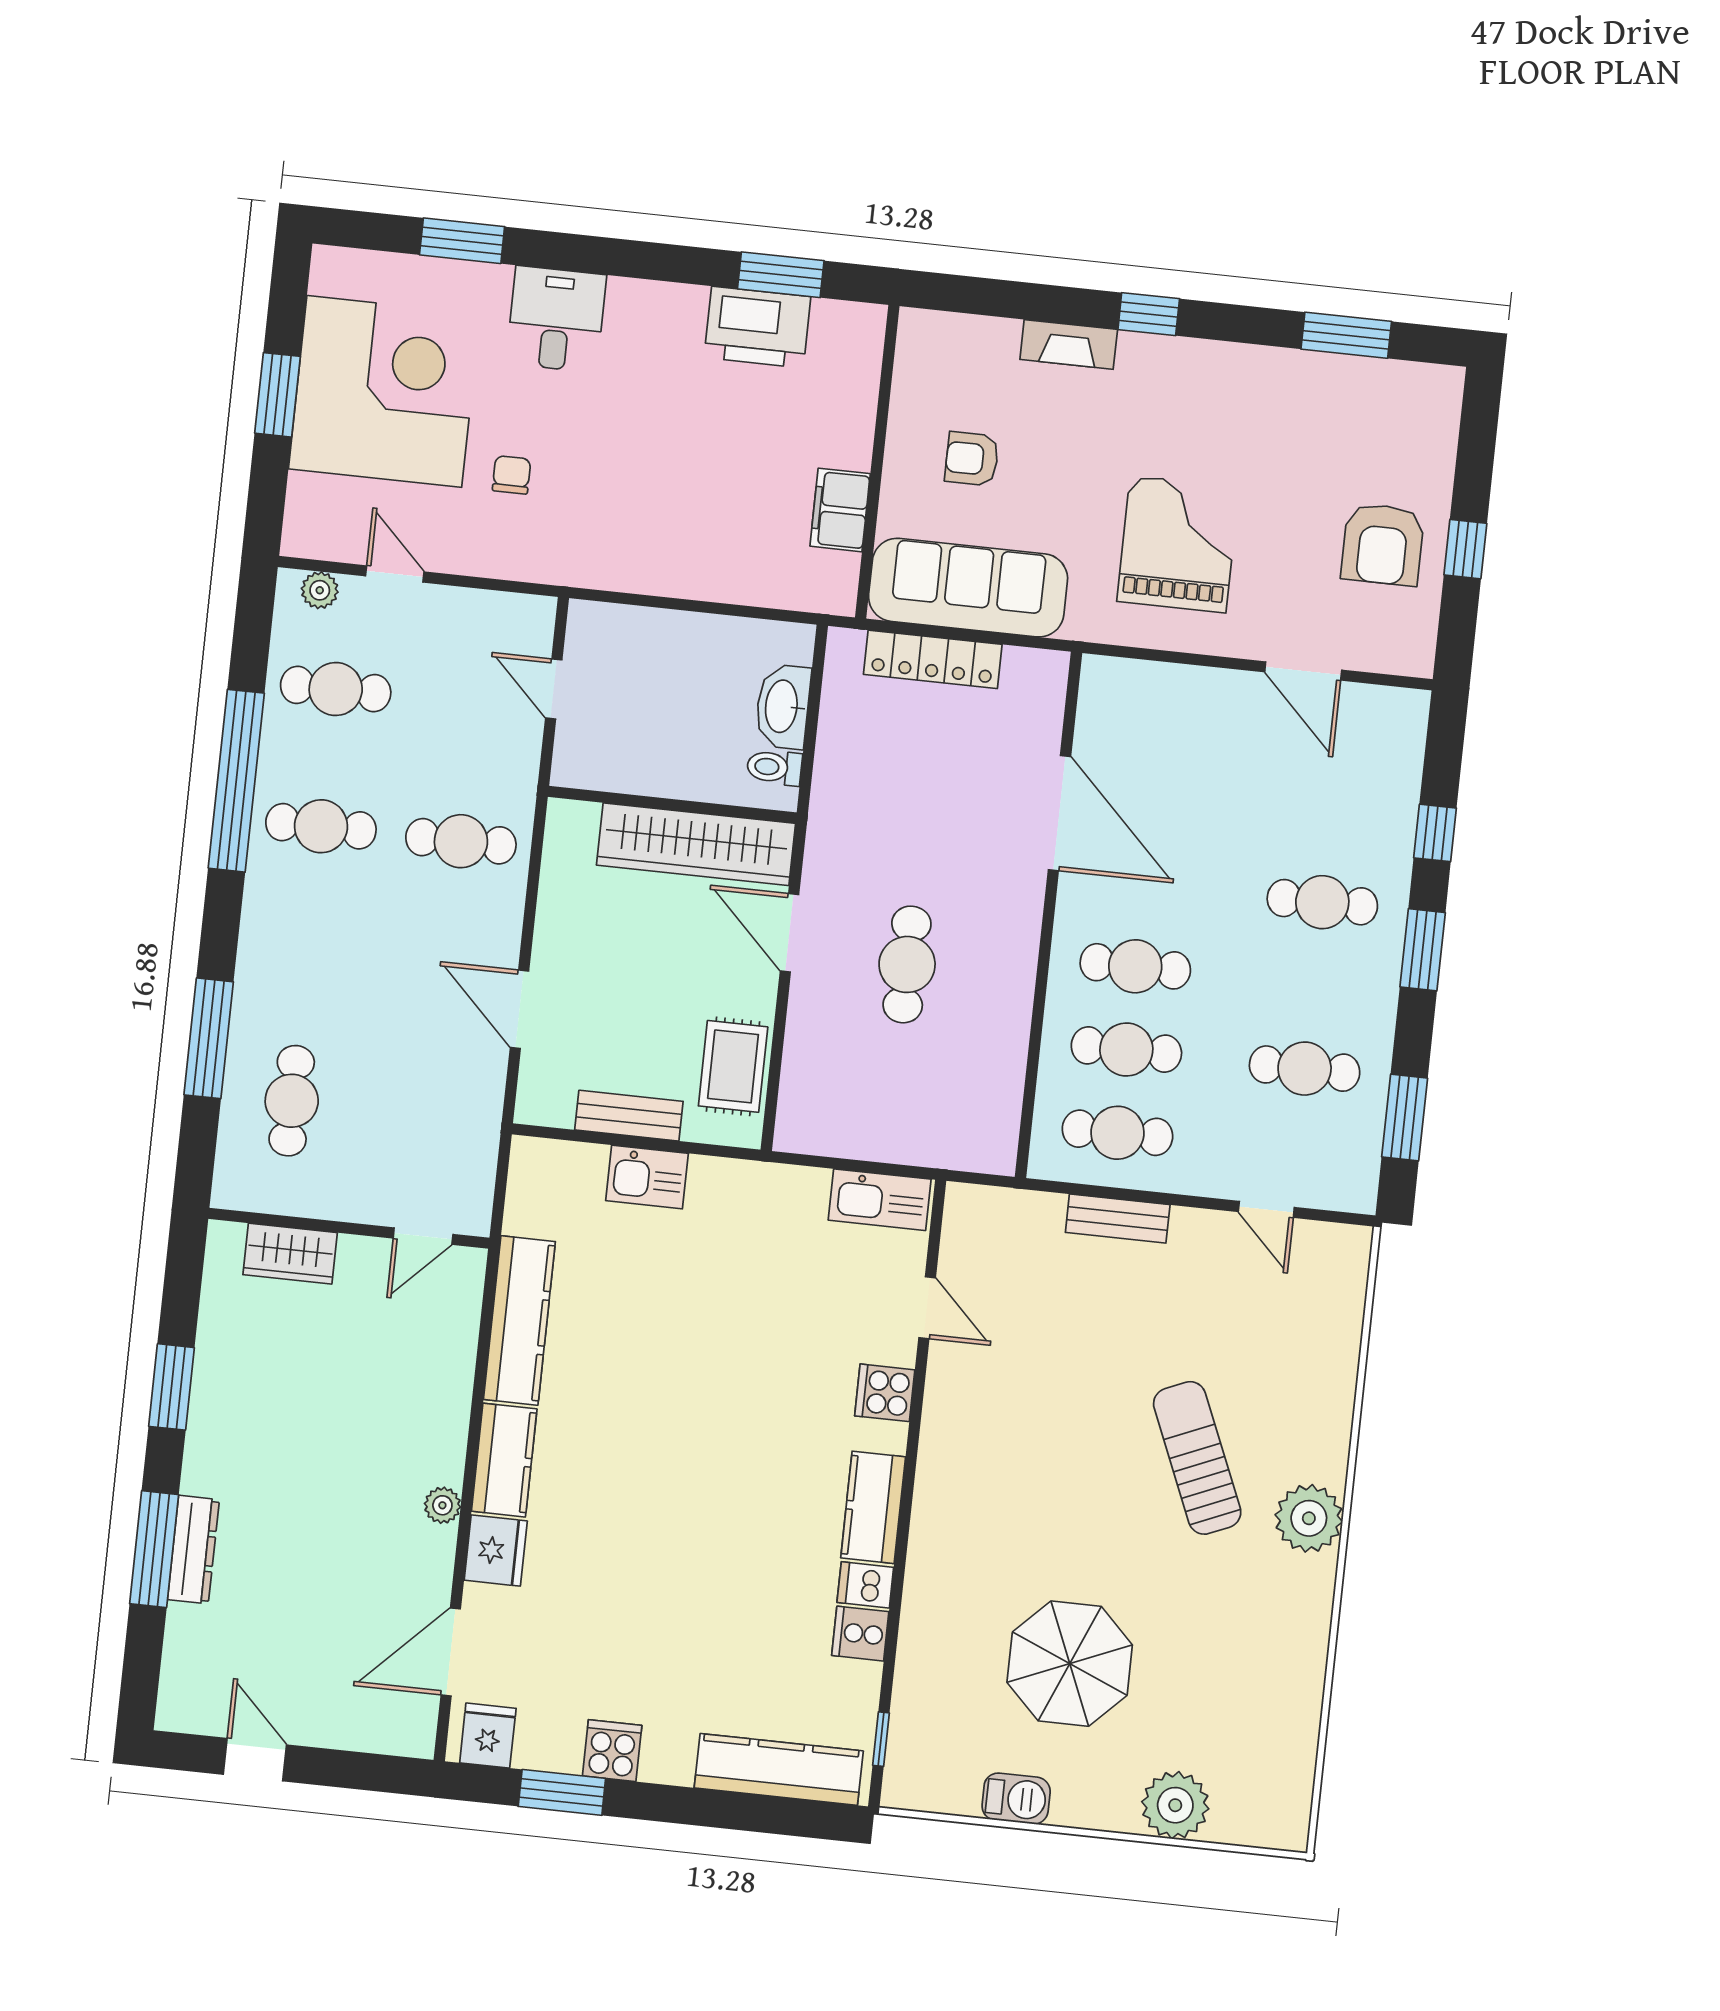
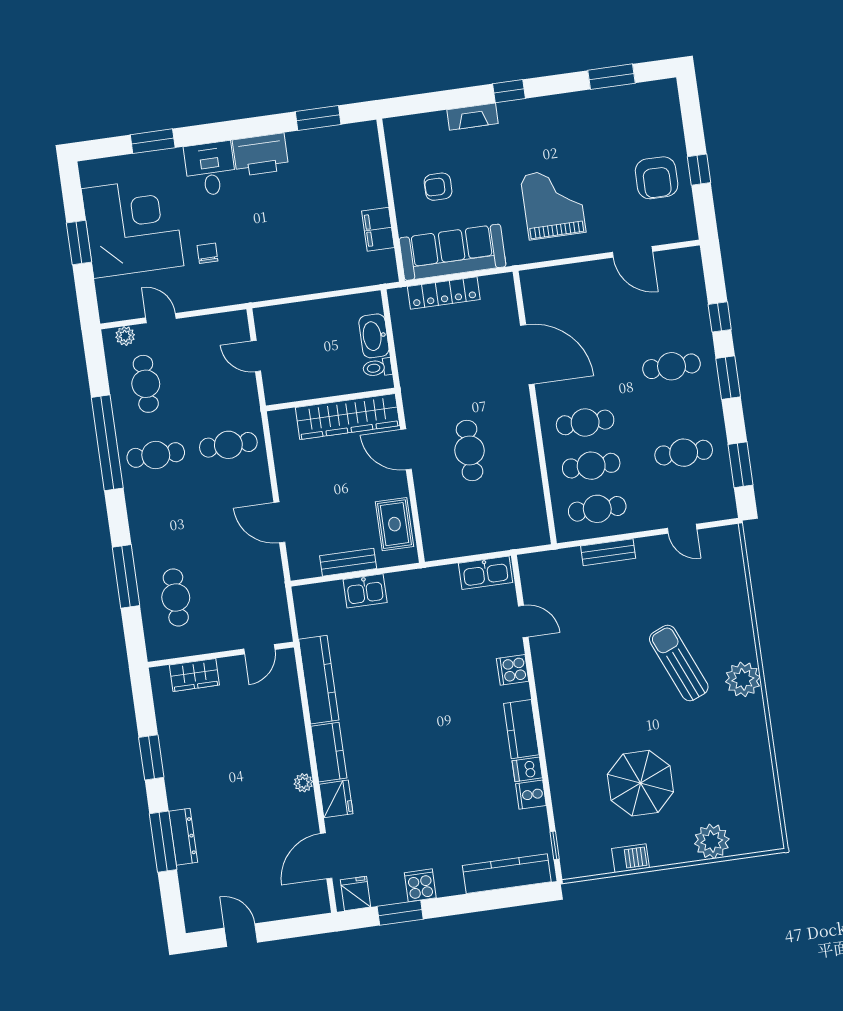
printer: (757, 327) -> (261, 155), moved
cafe table: (336, 689) -> (146, 384), turned 90

